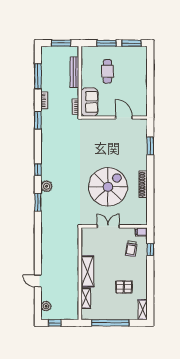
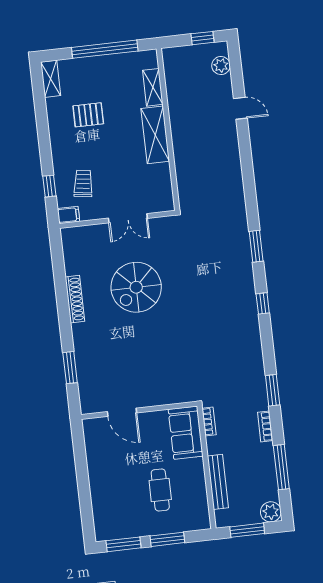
plant: (47, 186) -> (271, 512), moved
spiral stairs: (108, 187) -> (136, 287), width x0.73, depth x0.73

